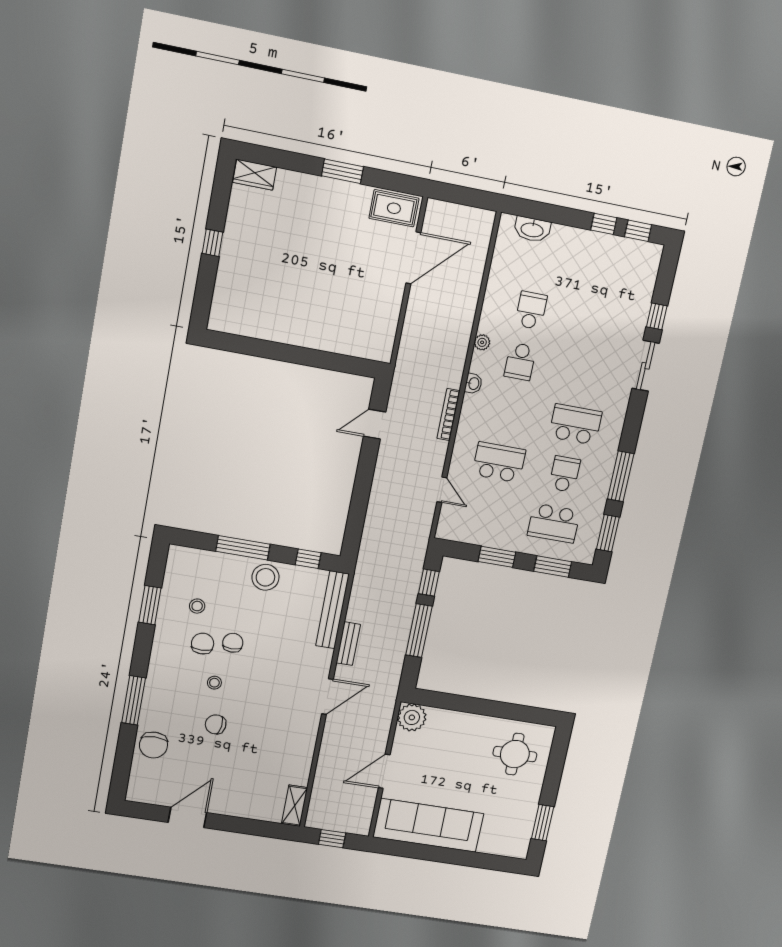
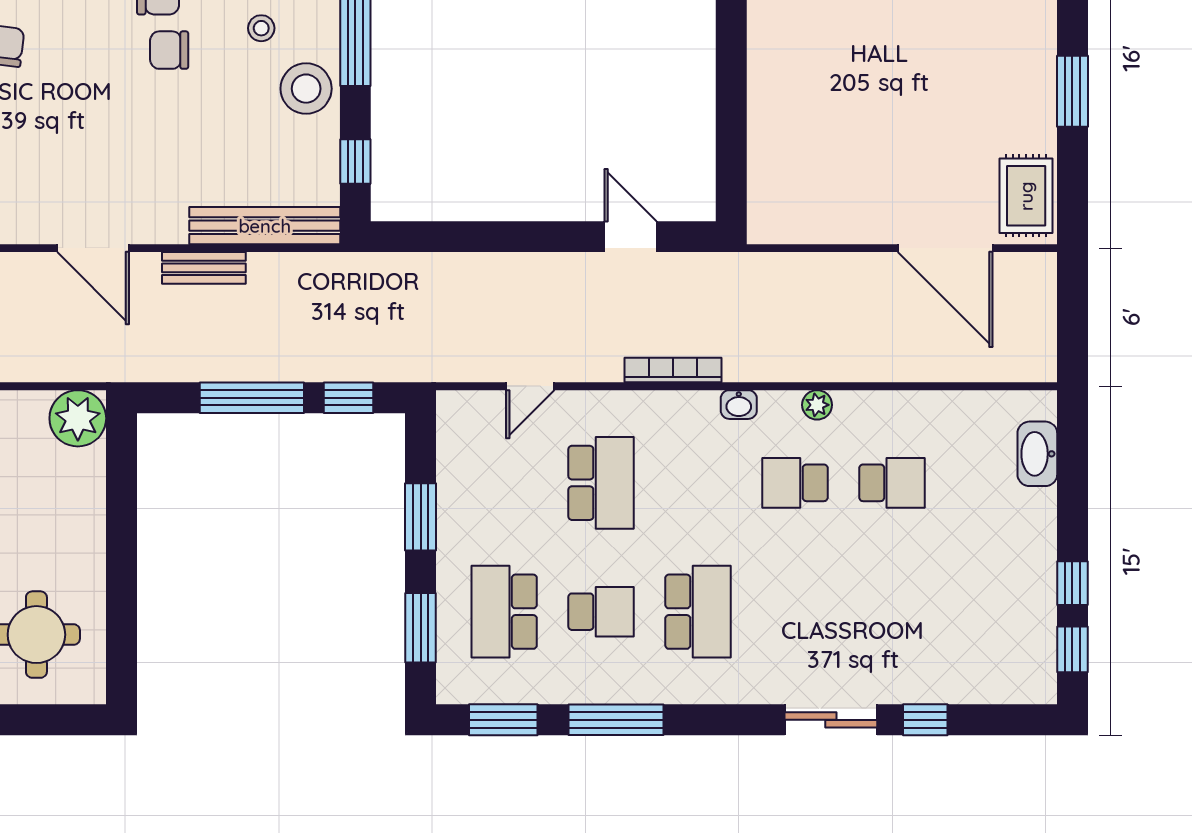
chair: (233, 643) -> (169, 50), turned 180
stool: (214, 683) -> (261, 28), moved

